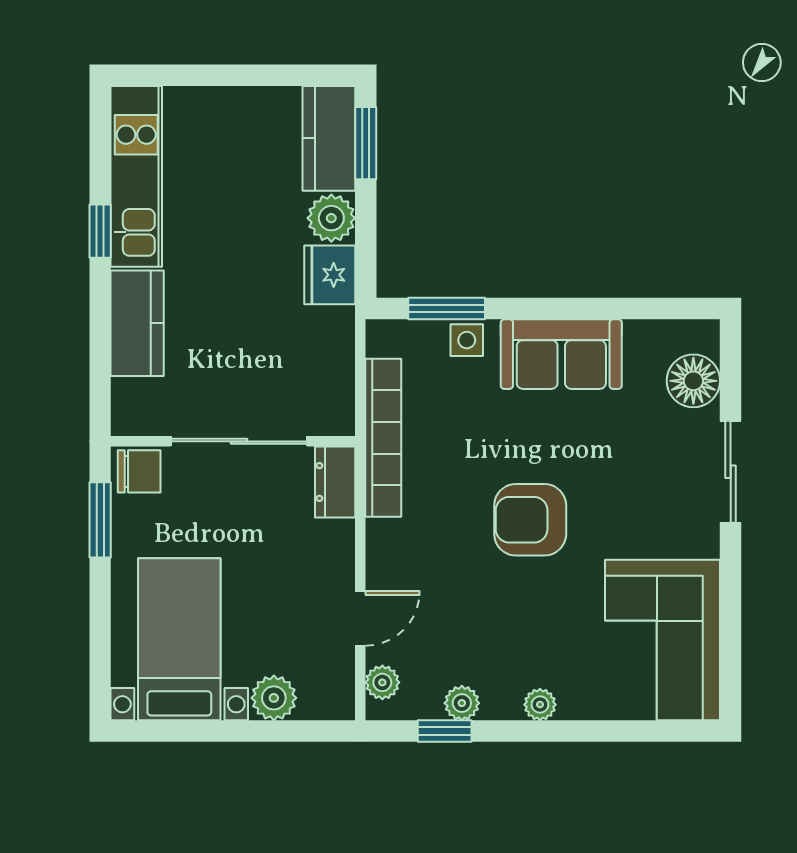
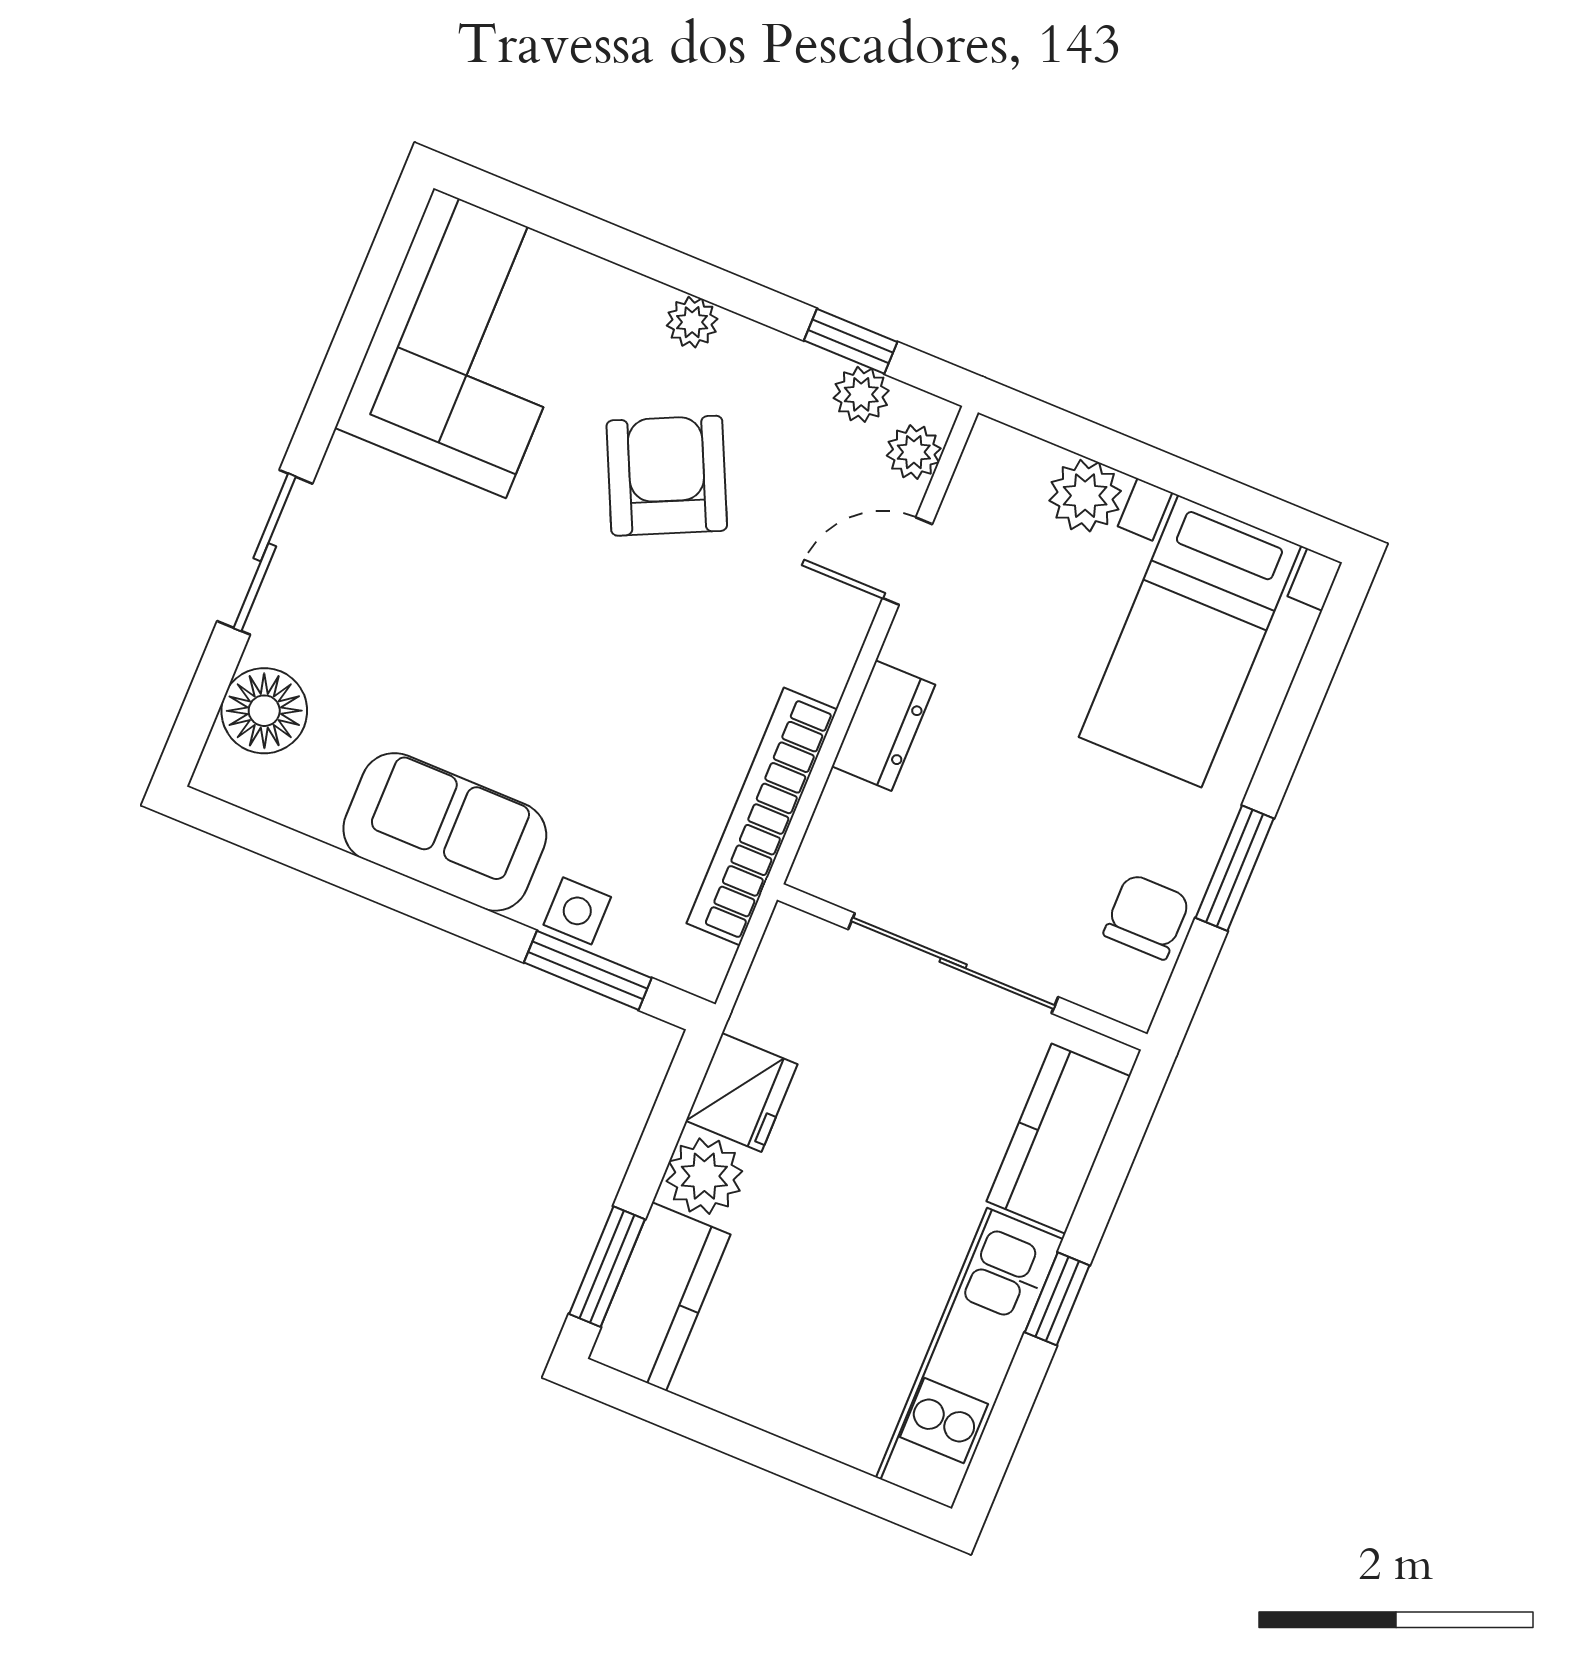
wall: (233, 441) -> (962, 967), moved
sliding door: (239, 441) -> (953, 963), moved
chair: (139, 471) -> (1147, 917), turned 90
dresser: (335, 482) -> (883, 726), moved
armchair: (530, 520) -> (667, 476), moved, turned -115
plant: (462, 703) -> (861, 394), moved

